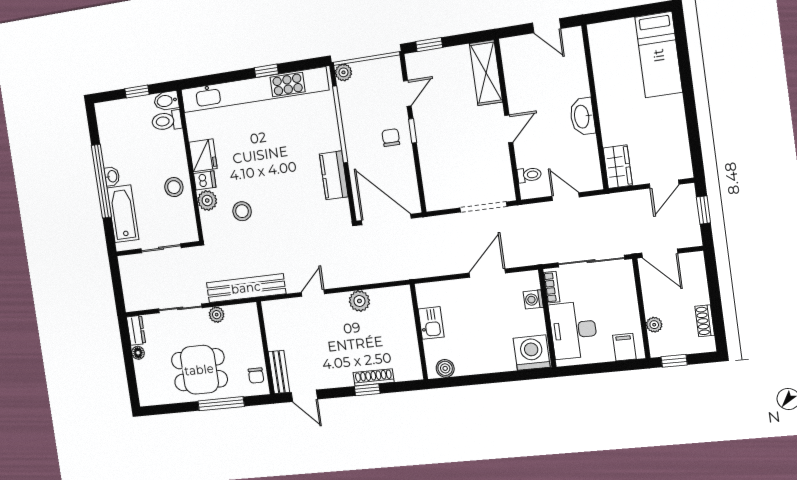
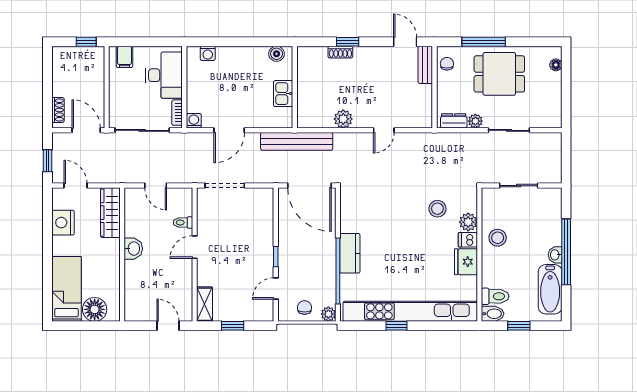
door: (547, 26) -> (168, 326), moved
floor lamp: (620, 35) -> (95, 309), added
window: (429, 45) -> (233, 326), moved
shelving: (486, 73) -> (204, 304), width x0.67, depth x0.75
washbasin: (582, 116) -> (133, 249), width x0.72
nightstand: (674, 136) -> (63, 223), added
chair: (391, 138) -> (305, 308), moved, turned 180
wardrobe: (618, 167) -> (110, 213), width x1.50
kitchen counter: (334, 175) -> (350, 253), moved
toilet: (529, 175) -> (183, 223), moved
door: (664, 184) -> (76, 186), hinge flipped
bathtub: (123, 214) -> (550, 289), moved
bench: (246, 288) -> (297, 141), moved
washing machine: (533, 299) -> (194, 121), moved, turned -90
shoe rack: (705, 321) -> (58, 110), moved
plant: (654, 325) -> (98, 73), removed
dresser: (136, 330) -> (454, 121), moved, turned 90
floor lamp: (138, 353) -> (556, 65), moved
washing machine: (532, 353) -> (208, 53), width x0.53, depth x0.53
shoe rack: (374, 377) -> (340, 52), width x0.70

